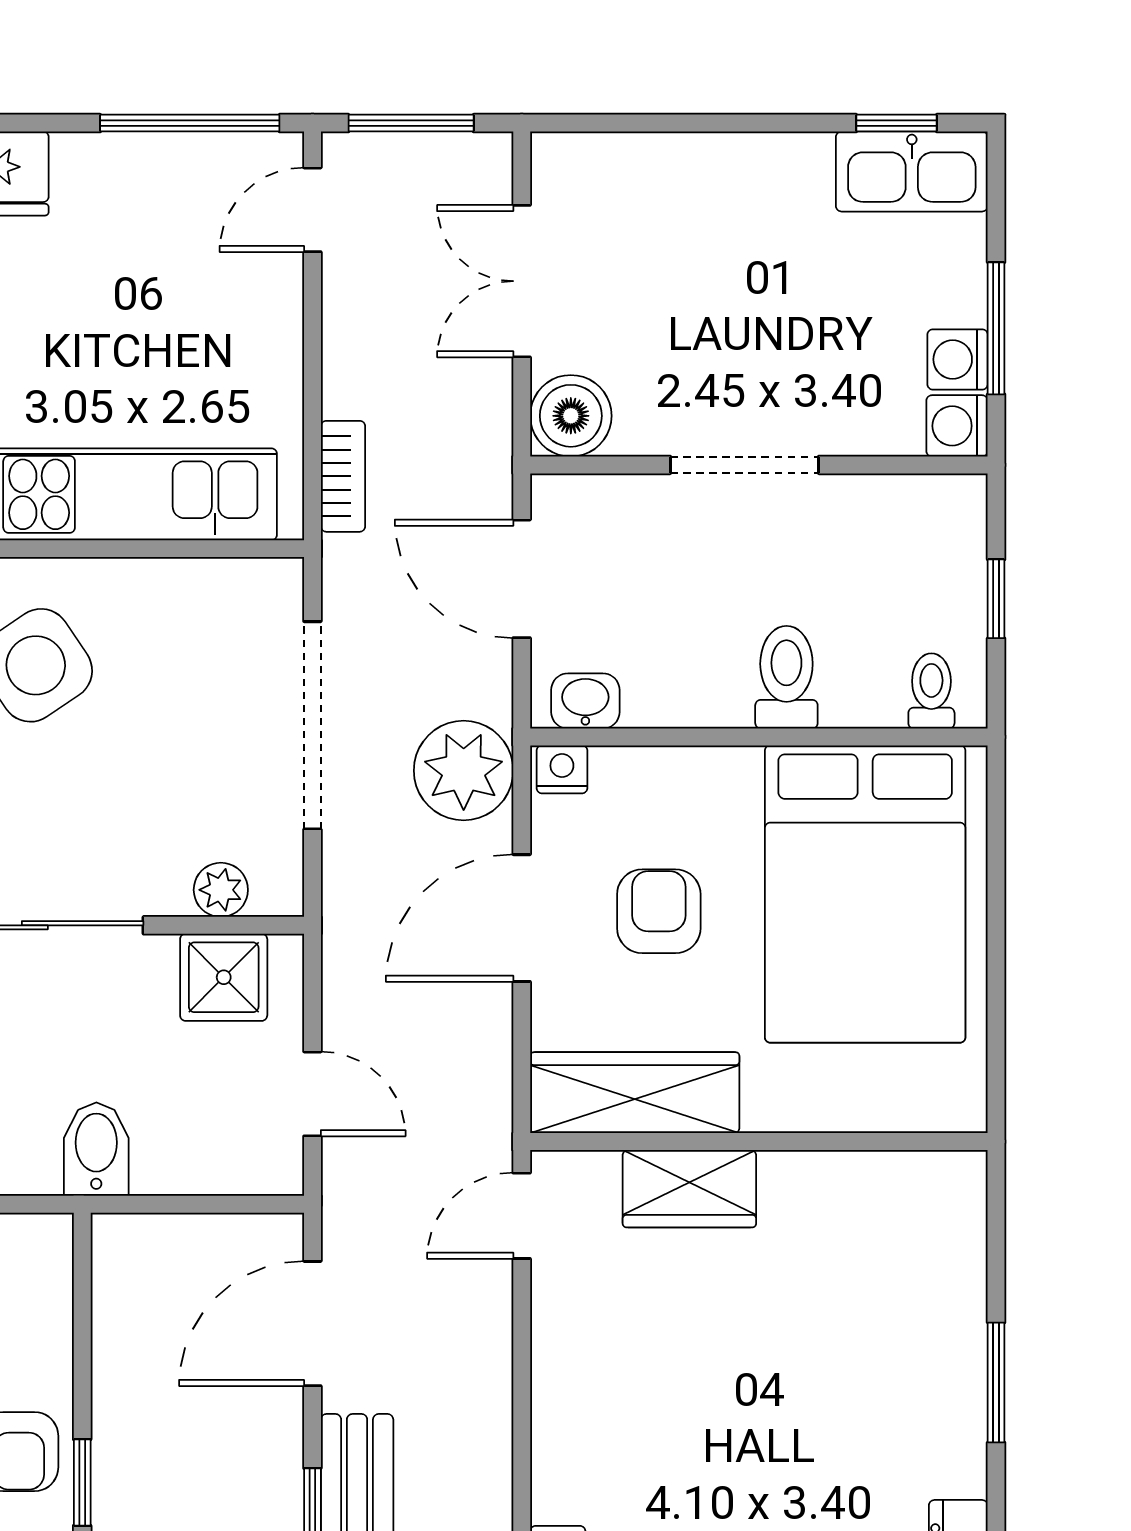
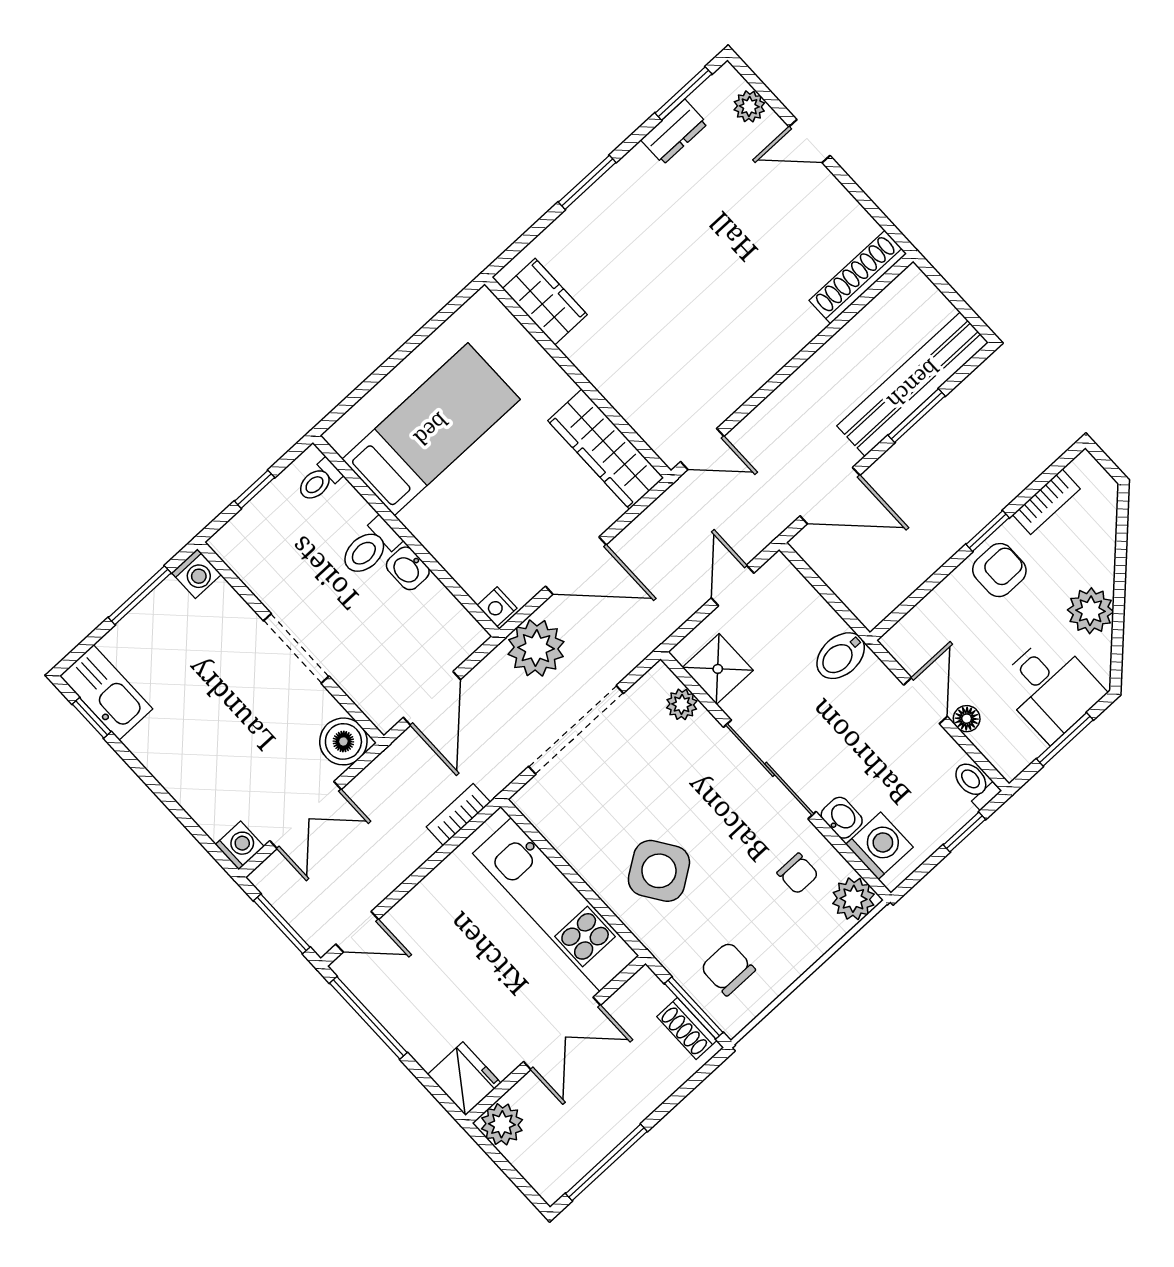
washing machine: (958, 359) -> (240, 846), moved, turned -90
washbasin: (585, 701) -> (408, 568), moved
bed: (865, 894) -> (431, 429), width x0.67
armchair: (659, 911) -> (519, 510), removed
wardrobe: (689, 1189) -> (545, 302), moved

